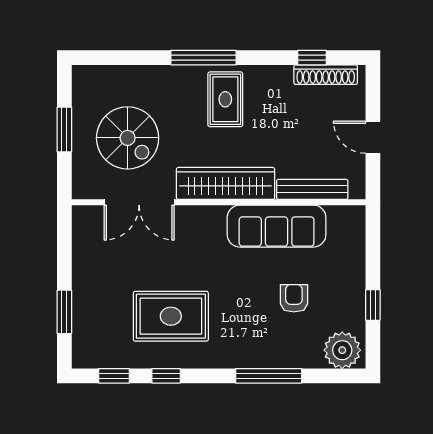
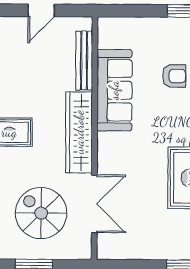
spiral stairs: (128, 138) -> (41, 213), turned -90
armchair: (294, 298) -> (174, 76), turned 180

